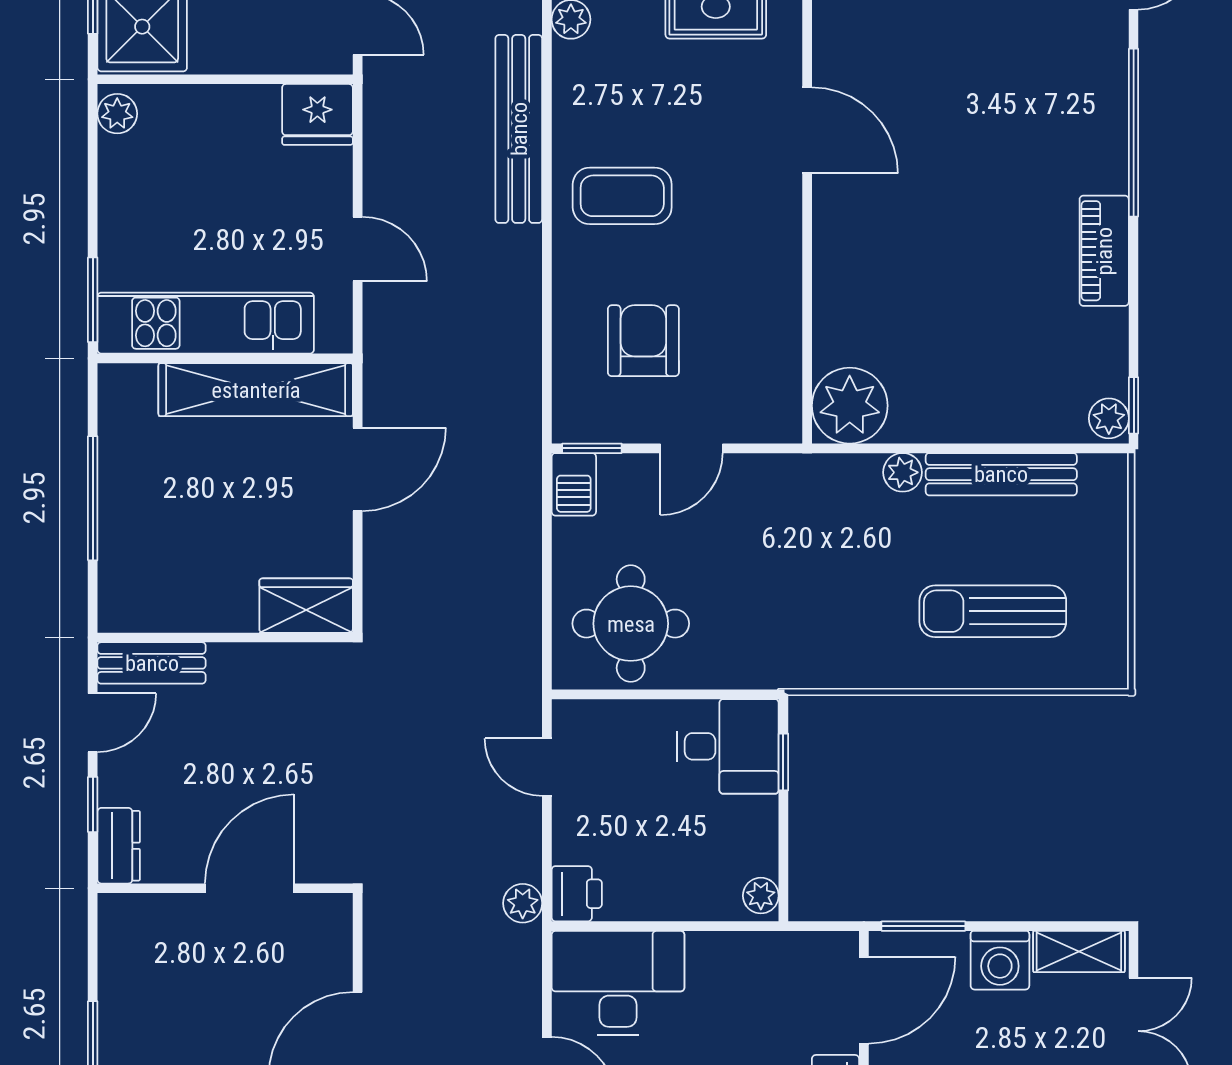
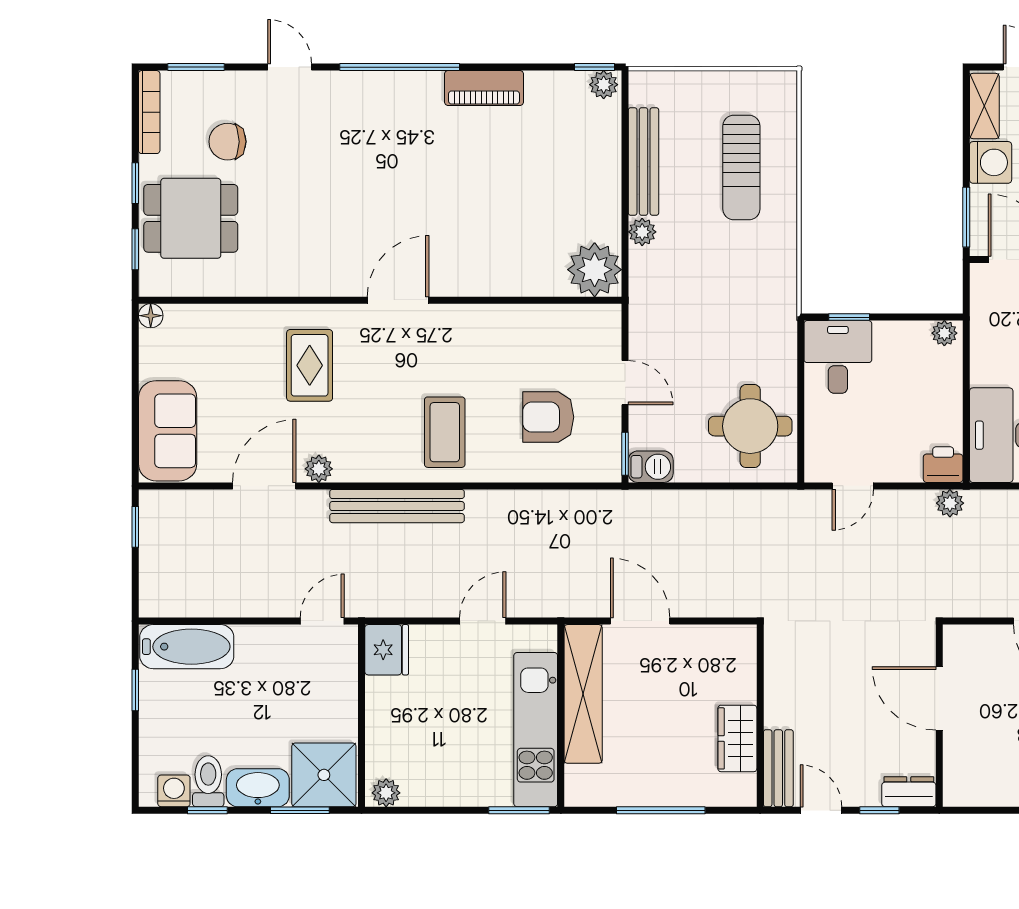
wardrobe: (306, 606) -> (737, 738), moved

